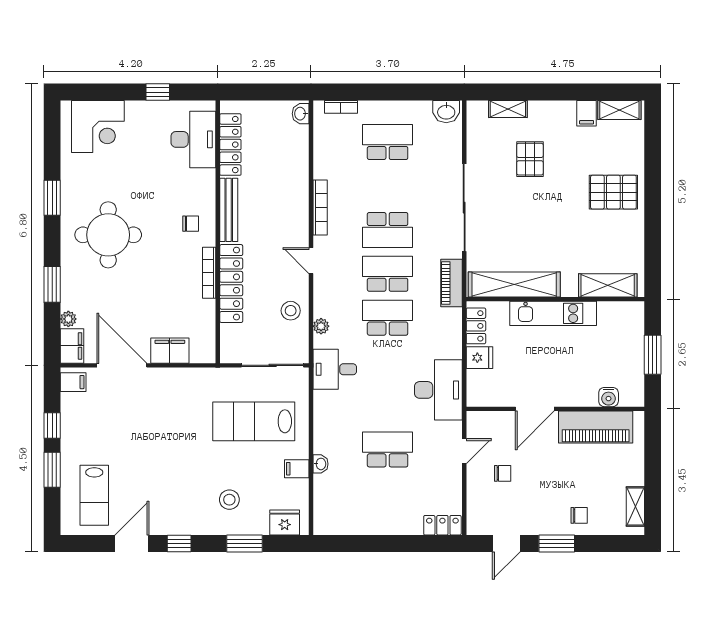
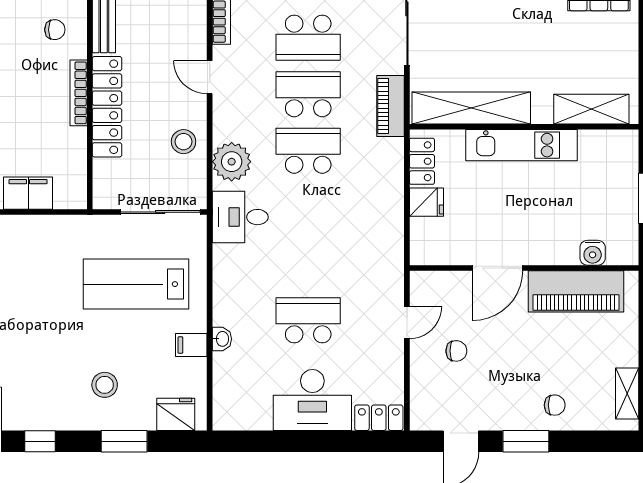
plant: (321, 326) -> (232, 162), width x1.88, depth x1.88
desk: (438, 390) -> (312, 400), moved, turned 90

